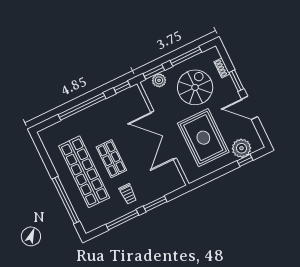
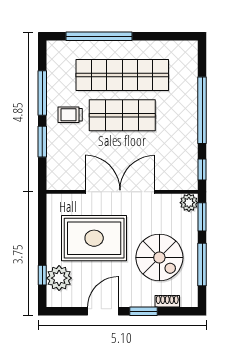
plant: (159, 80) -> (189, 203), moved
shop shelf: (111, 159) -> (122, 115), width x1.43, depth x1.36

